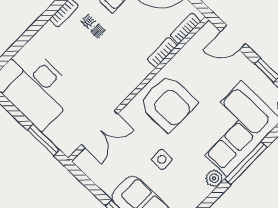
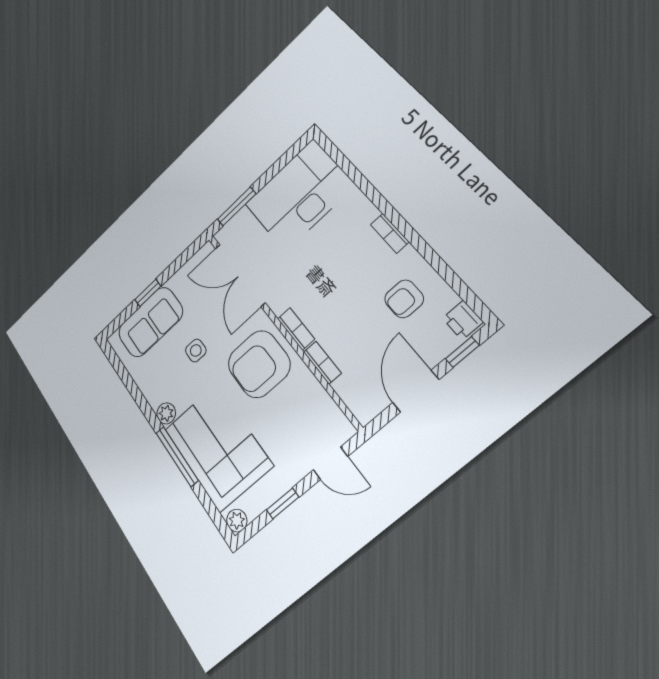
bookcase: (185, 28) -> (296, 329), moved
door: (233, 38) -> (330, 463), swing flipped
double door: (99, 129) -> (240, 275), width x1.37

